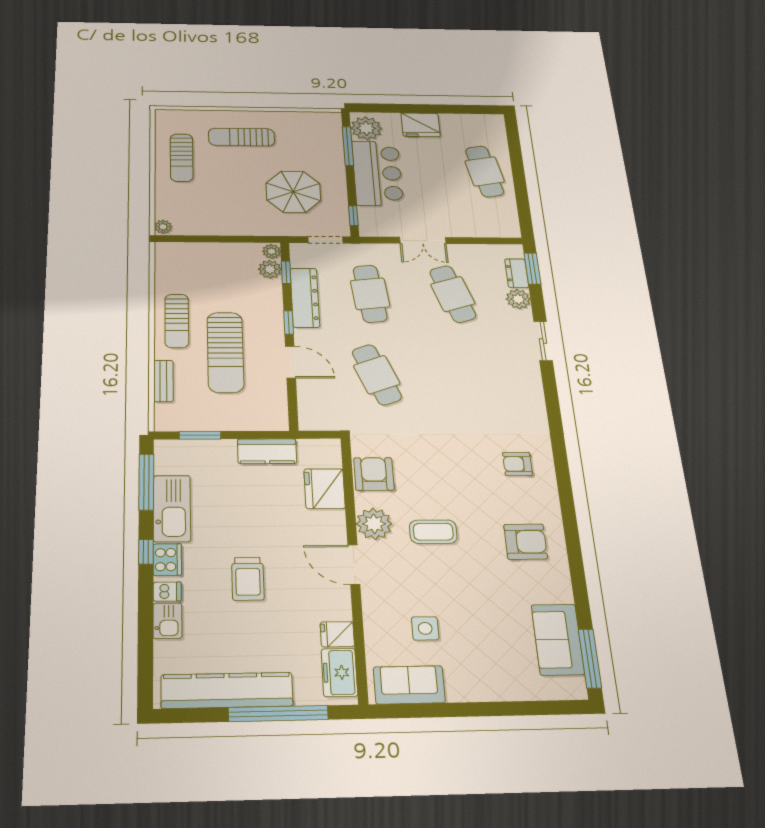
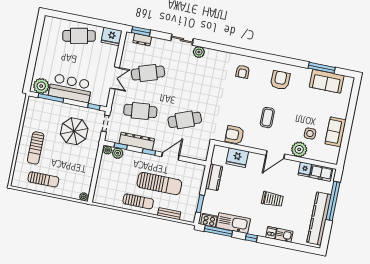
fridge: (421, 125) -> (112, 37), moved, turned 90
plant: (518, 299) -> (199, 52), moved
plant: (374, 524) -> (299, 149), moved
cooker: (167, 560) -> (209, 220), moved
window: (590, 658) -> (322, 68), moved
sofa: (409, 685) -> (336, 132), moved

